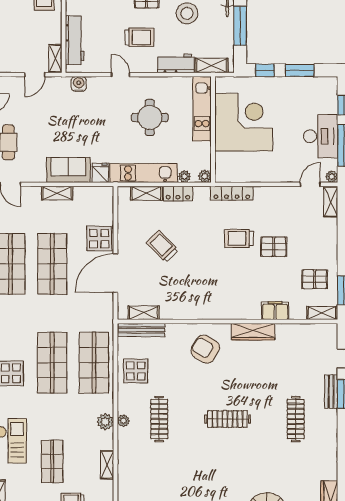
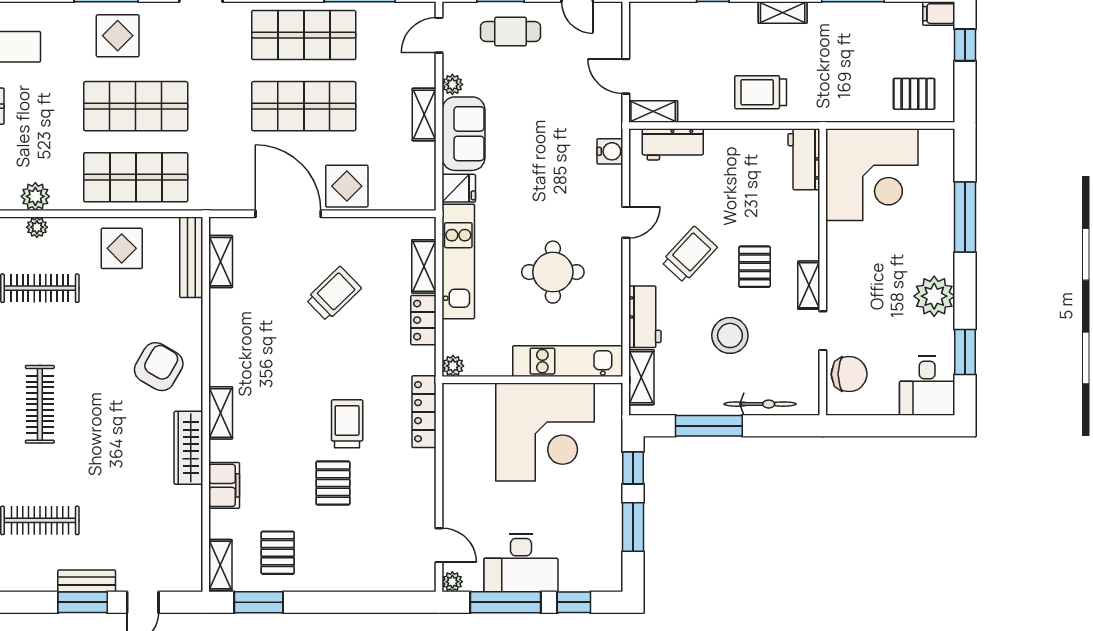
trolley: (139, 37) -> (689, 255), turned -137
workbench: (75, 40) -> (673, 144), width x0.73
plant: (184, 177) -> (452, 84), moved
shelving: (331, 202) -> (221, 413), moved, turned 90

